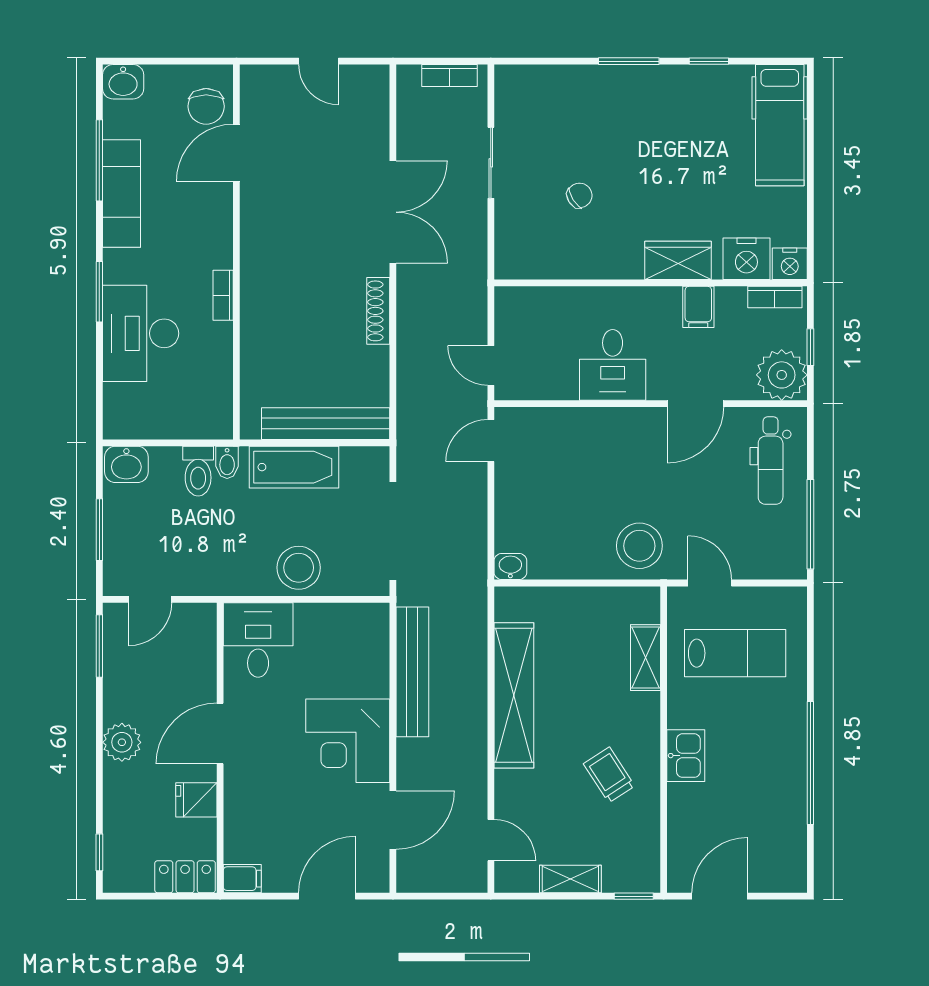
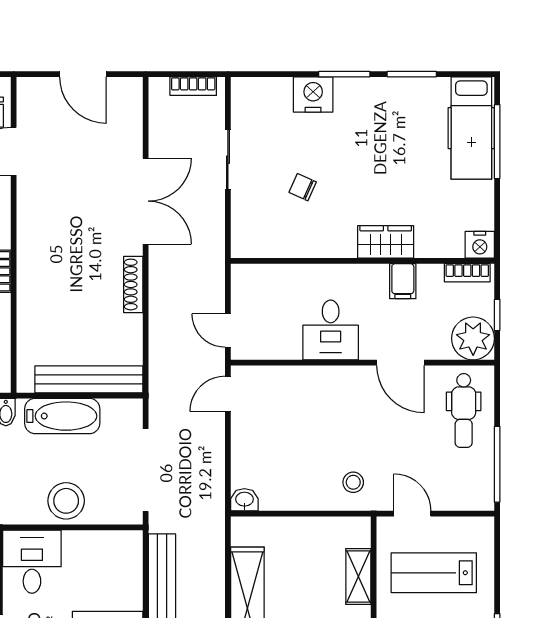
door: (319, 61) -> (83, 74), width x1.38
window: (709, 61) -> (412, 74), width x1.50
window: (810, 141) -> (497, 142), added
chair: (579, 195) -> (303, 187), turned -124
nightstand: (746, 259) -> (313, 95), moved, turned 180
door: (695, 404) -> (400, 363), hinge flipped
stool: (639, 546) -> (353, 482), width x0.53, depth x0.53
lab bench: (735, 653) -> (434, 573), turned 180

